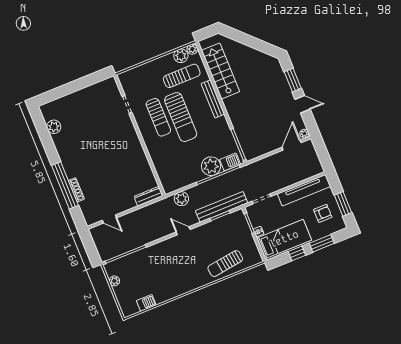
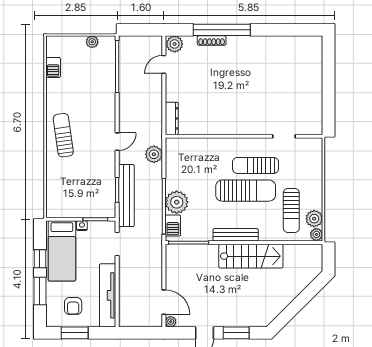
stairs: (220, 71) -> (251, 256), moved
bench: (213, 99) -> (236, 235), moved
sun lounger: (181, 117) -> (246, 191), turned 180
plant: (54, 127) -> (175, 44), moved
sun lounger: (225, 264) -> (63, 135), moved

